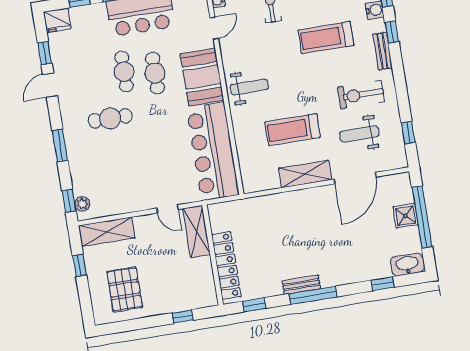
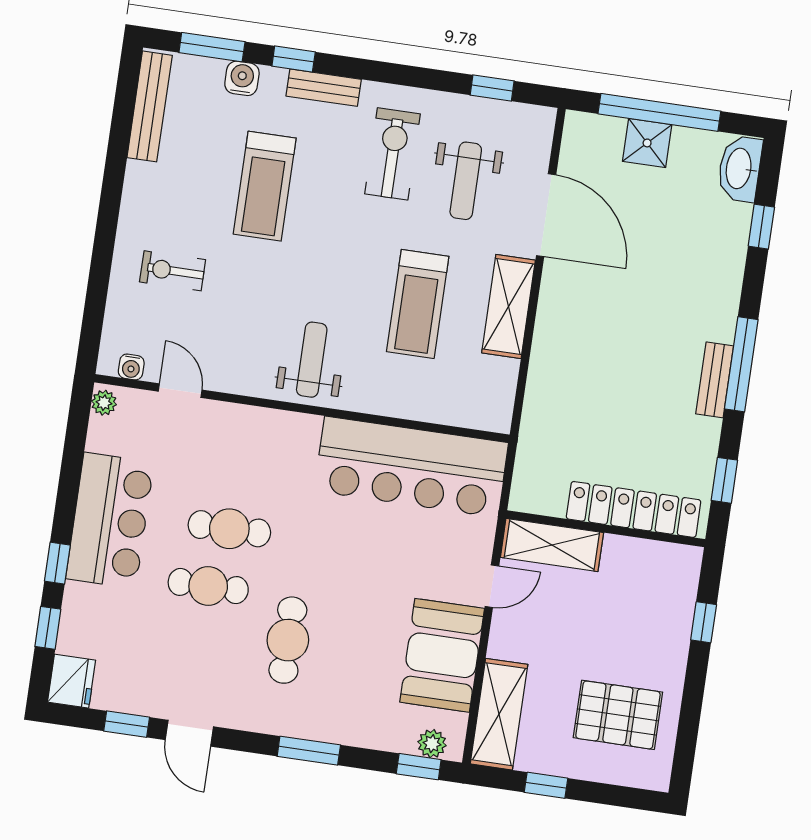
booth: (202, 77) -> (442, 655), moved, turned 90
exercise bike: (361, 94) -> (393, 154), turned 180

